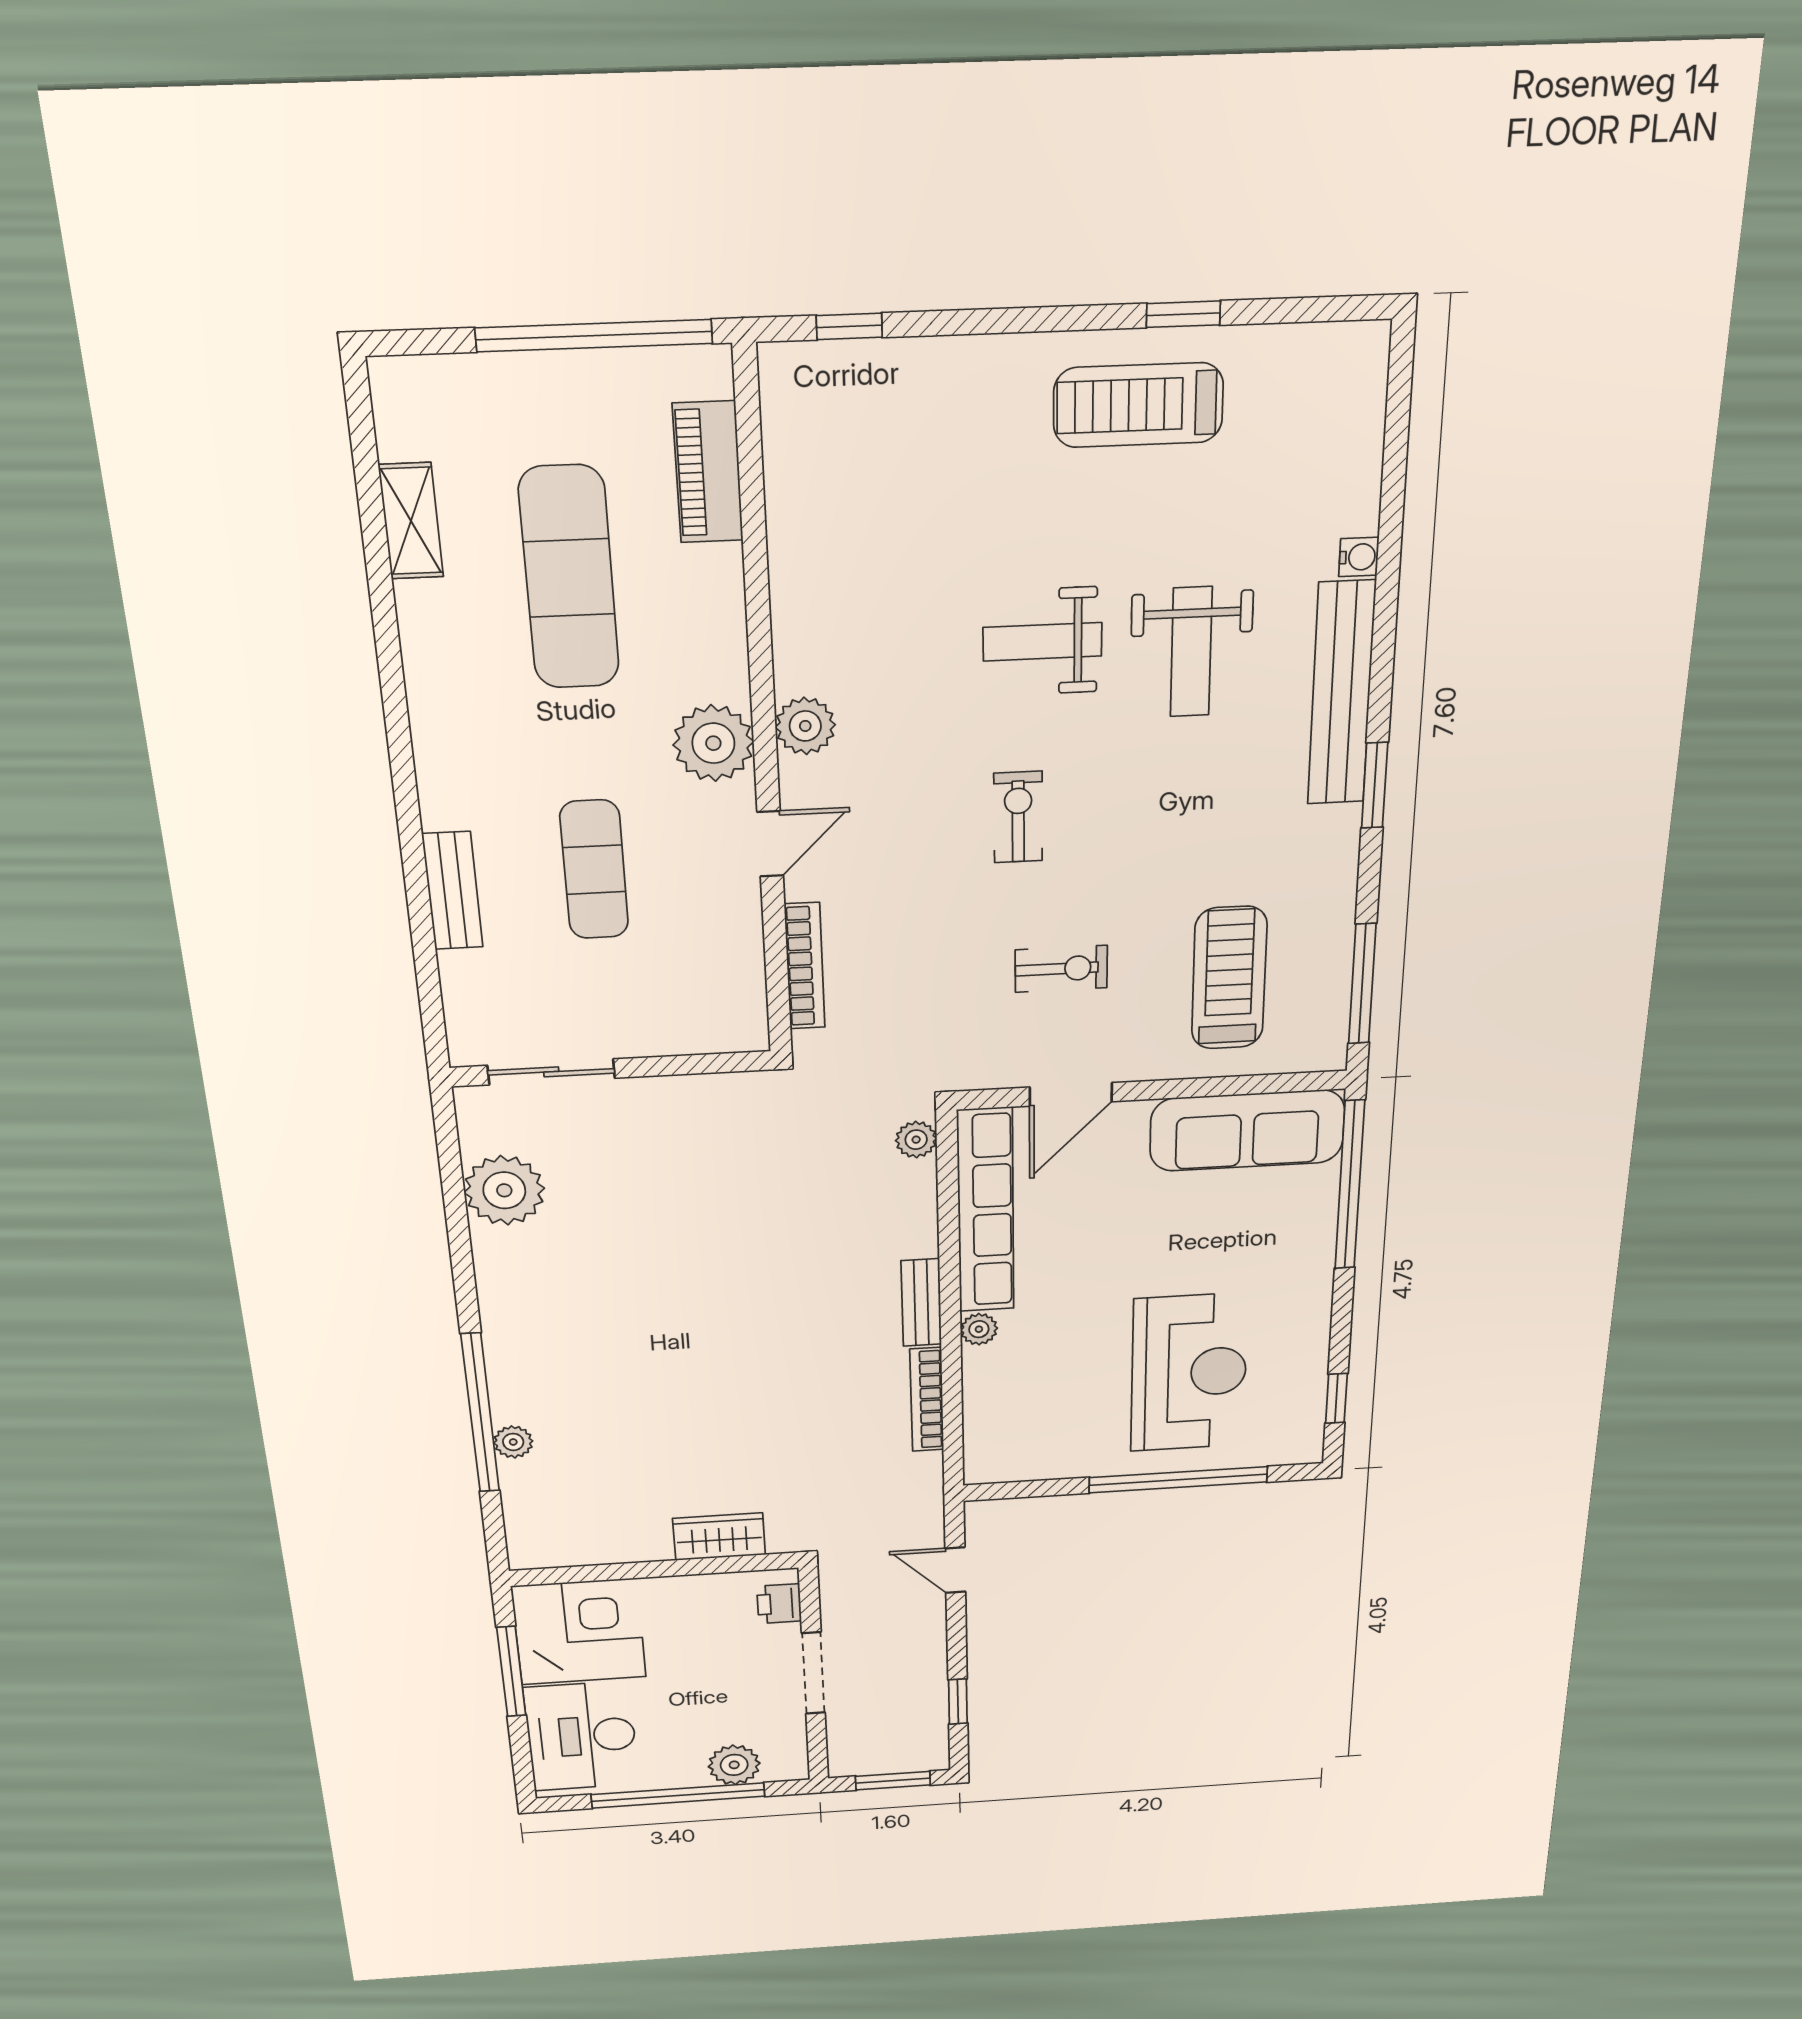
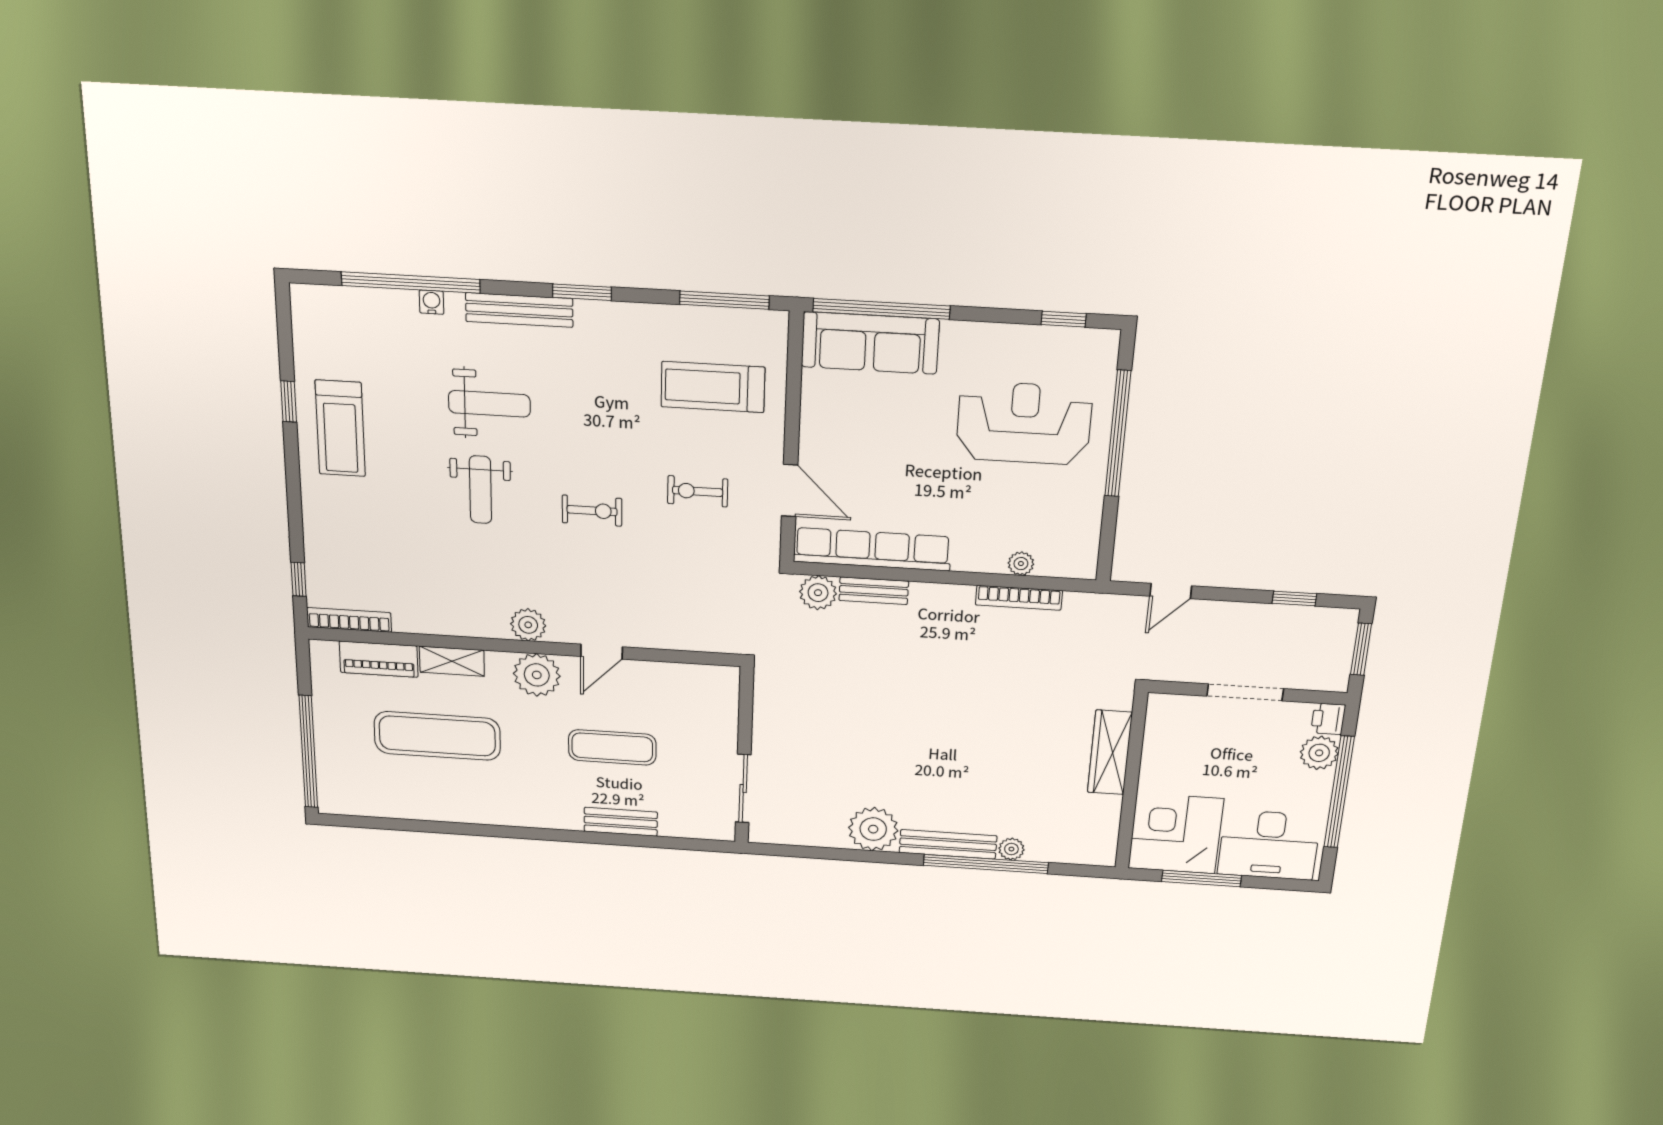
window: (594, 336) -> (308, 752), moved
shelving: (411, 521) -> (452, 661), moved
window: (1391, 523) -> (411, 283), added
bench: (1341, 694) -> (519, 310), width x0.73, depth x0.82
exercise bike: (1018, 817) -> (592, 511), turned 180
door: (770, 844) -> (602, 652), swing flipped
bookcase: (805, 966) -> (349, 620), moved
exercise bike: (1061, 969) -> (698, 491), turned -90
sofa: (1247, 1131) -> (870, 343), moved, turned 90
plant: (916, 1140) -> (818, 593), width x1.38, depth x1.38
plant: (504, 1190) -> (873, 829), moved
bench: (921, 1303) -> (874, 591), moved
plant: (979, 1329) -> (1021, 564), moved
bench: (505, 1361) -> (948, 844), added
wardrobe: (719, 1537) -> (1110, 752), width x1.50
printer: (779, 1604) -> (1328, 719), moved, turned 90

